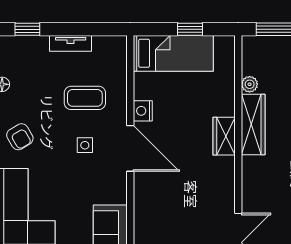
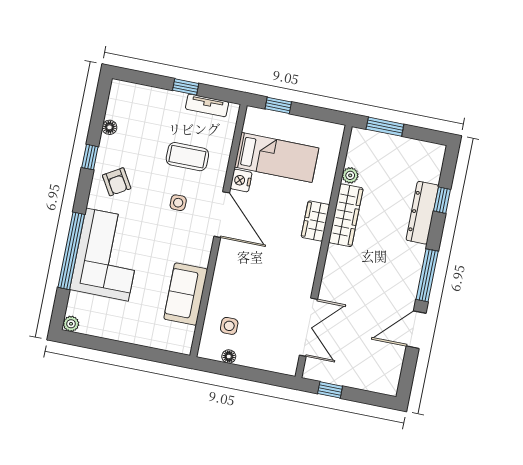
window: (27, 29) -> (186, 87), moved
window: (190, 29) -> (278, 105), moved
tv unit: (71, 43) -> (207, 105), moved
bed: (173, 53) -> (277, 157), moved

